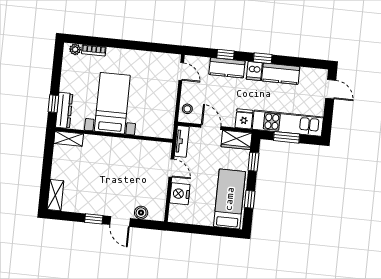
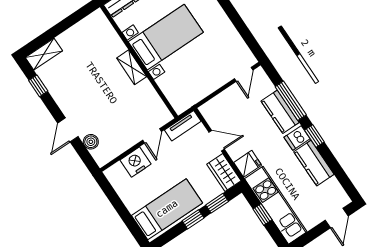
window: (225, 54) -> (291, 101), width x2.17
stool: (187, 109) -> (215, 107), removed
door: (211, 127) -> (217, 141), hinge flipped
window: (287, 137) -> (262, 214), width x0.67
shelving: (69, 139) -> (132, 67), moved
window: (250, 199) -> (193, 219), moved
window: (94, 219) -> (38, 86), moved

